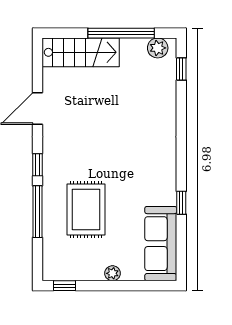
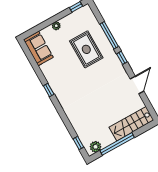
window: (181, 203) -> (49, 90), moved
sofa: (161, 244) -> (38, 48), width x0.73

